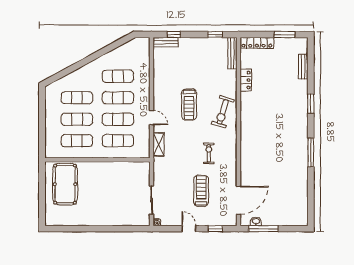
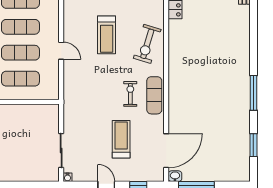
window: (311, 104) -> (253, 145), moved
shelving: (159, 144) -> (70, 83), removed
exercise mat: (229, 154) -> (154, 95), added
washbasin: (256, 221) -> (175, 176), moved

